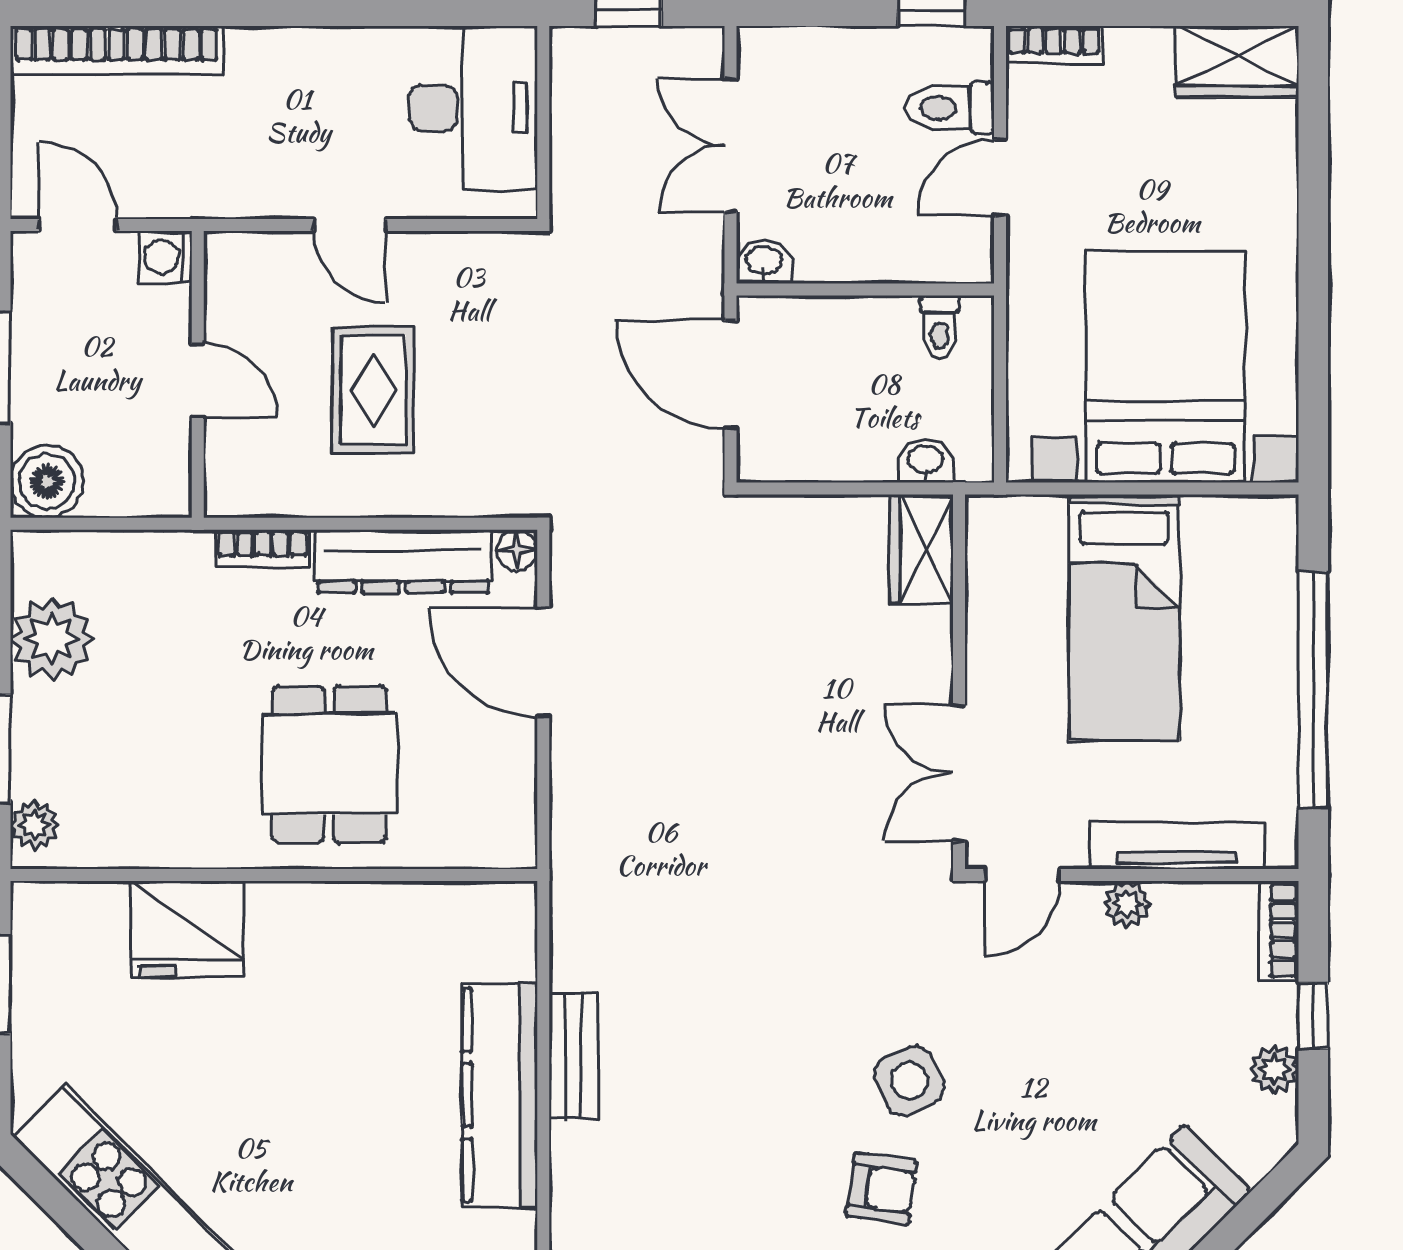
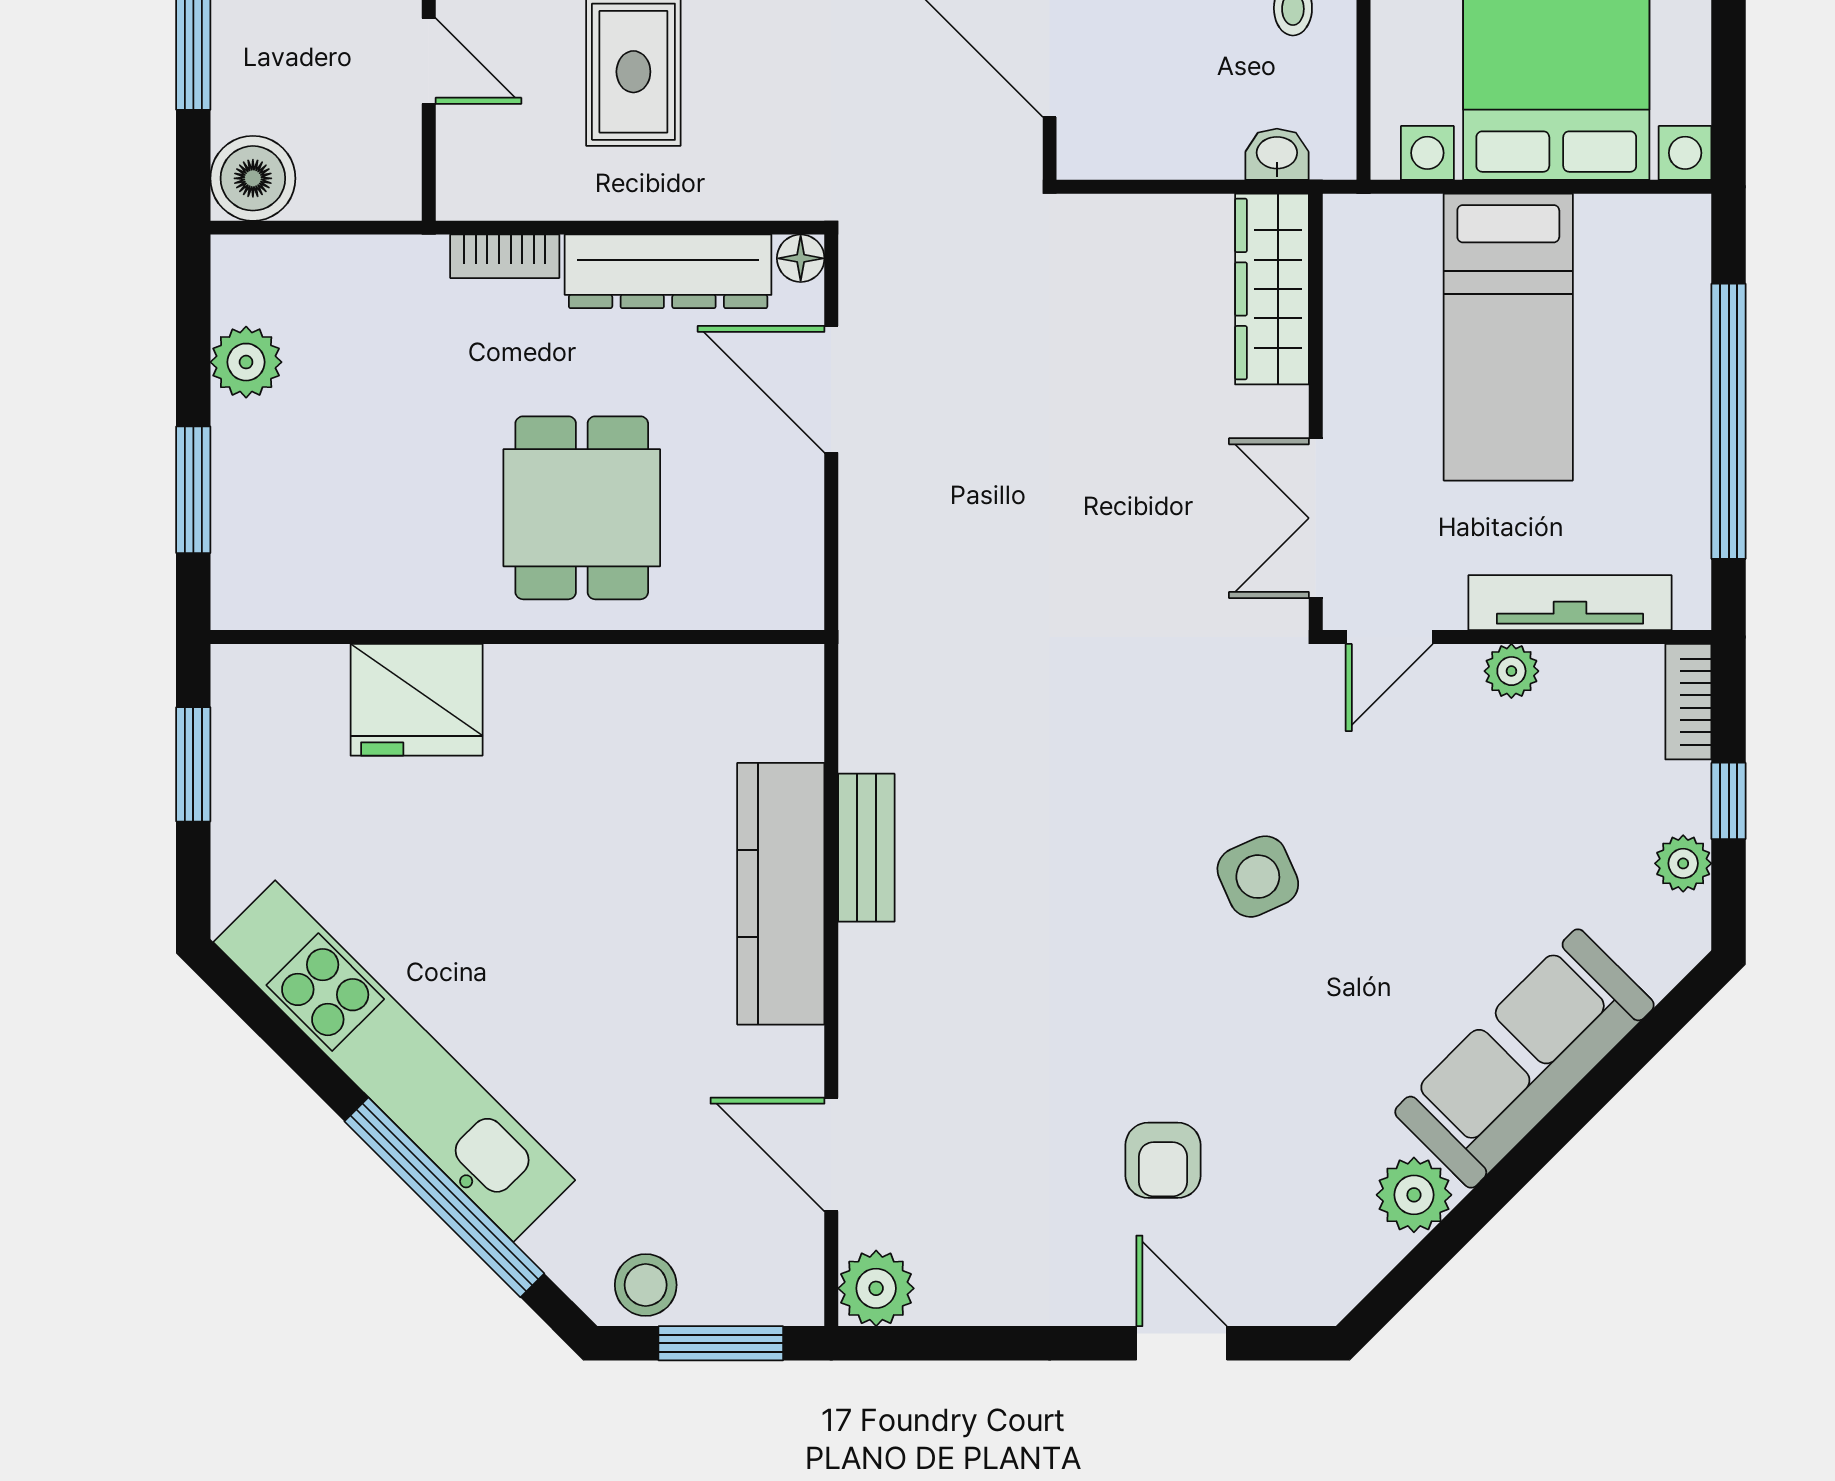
wardrobe: (921, 549) -> (1272, 289), width x1.50
plant: (52, 639) -> (246, 362), width x0.73, depth x0.73
plant: (34, 825) -> (239, 579), removed
armchair: (881, 1188) -> (1225, 1002), removed

